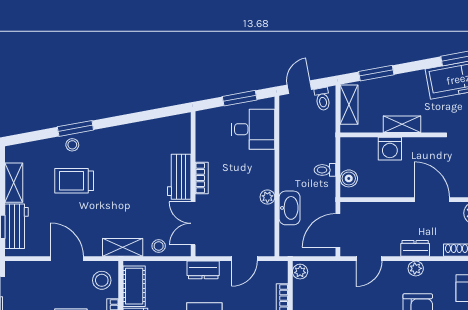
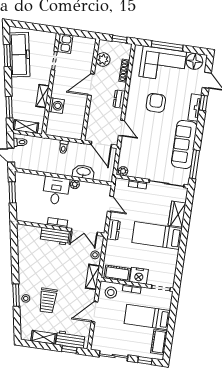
desk: (253, 129) -> (56, 191), moved
boiler: (349, 178) -> (71, 133), removed
plant: (416, 268) -> (131, 101), removed

